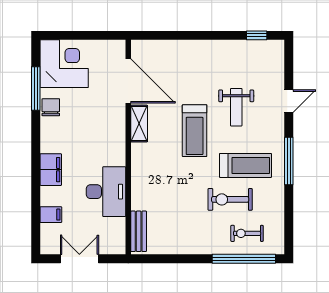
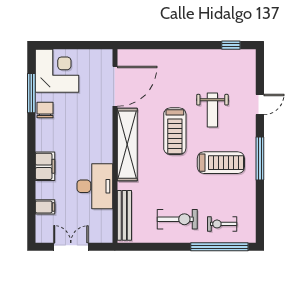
door: (128, 81) -> (115, 86), hinge flipped
shelving: (139, 124) -> (127, 145), width x2.20, depth x1.33
exercise bike: (230, 199) -> (177, 219), moved, turned 180
bench: (139, 231) -> (124, 215), width x1.36

